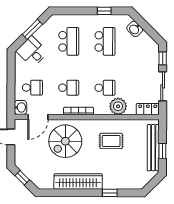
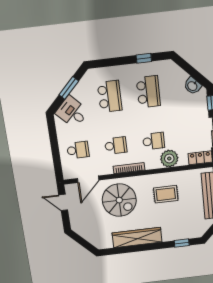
washbasin: (135, 29) -> (193, 86), moved
washbasin: (21, 107) -> (69, 172), removed
spiral stairs: (65, 141) -> (119, 200), turned -90
window: (22, 178) -> (81, 241), removed
window: (110, 193) -> (182, 243), moved

